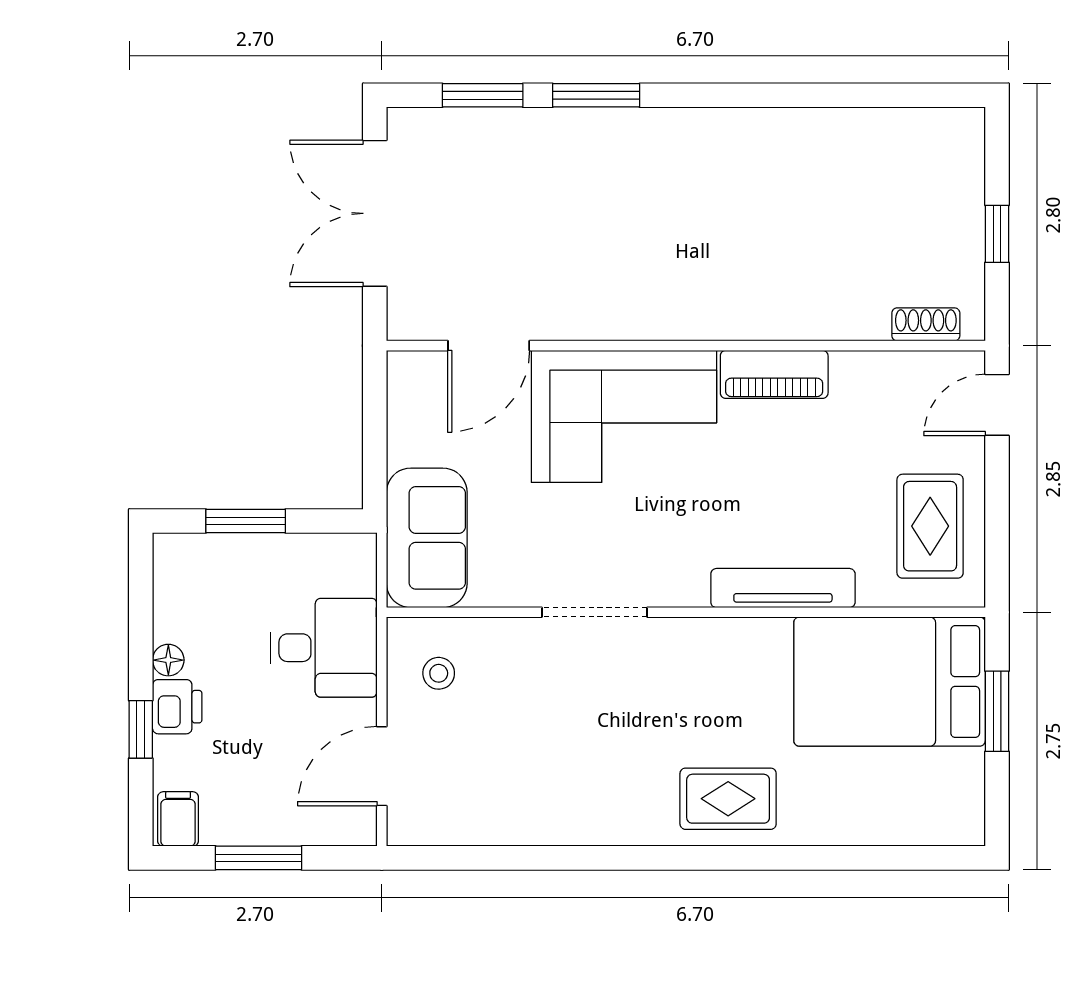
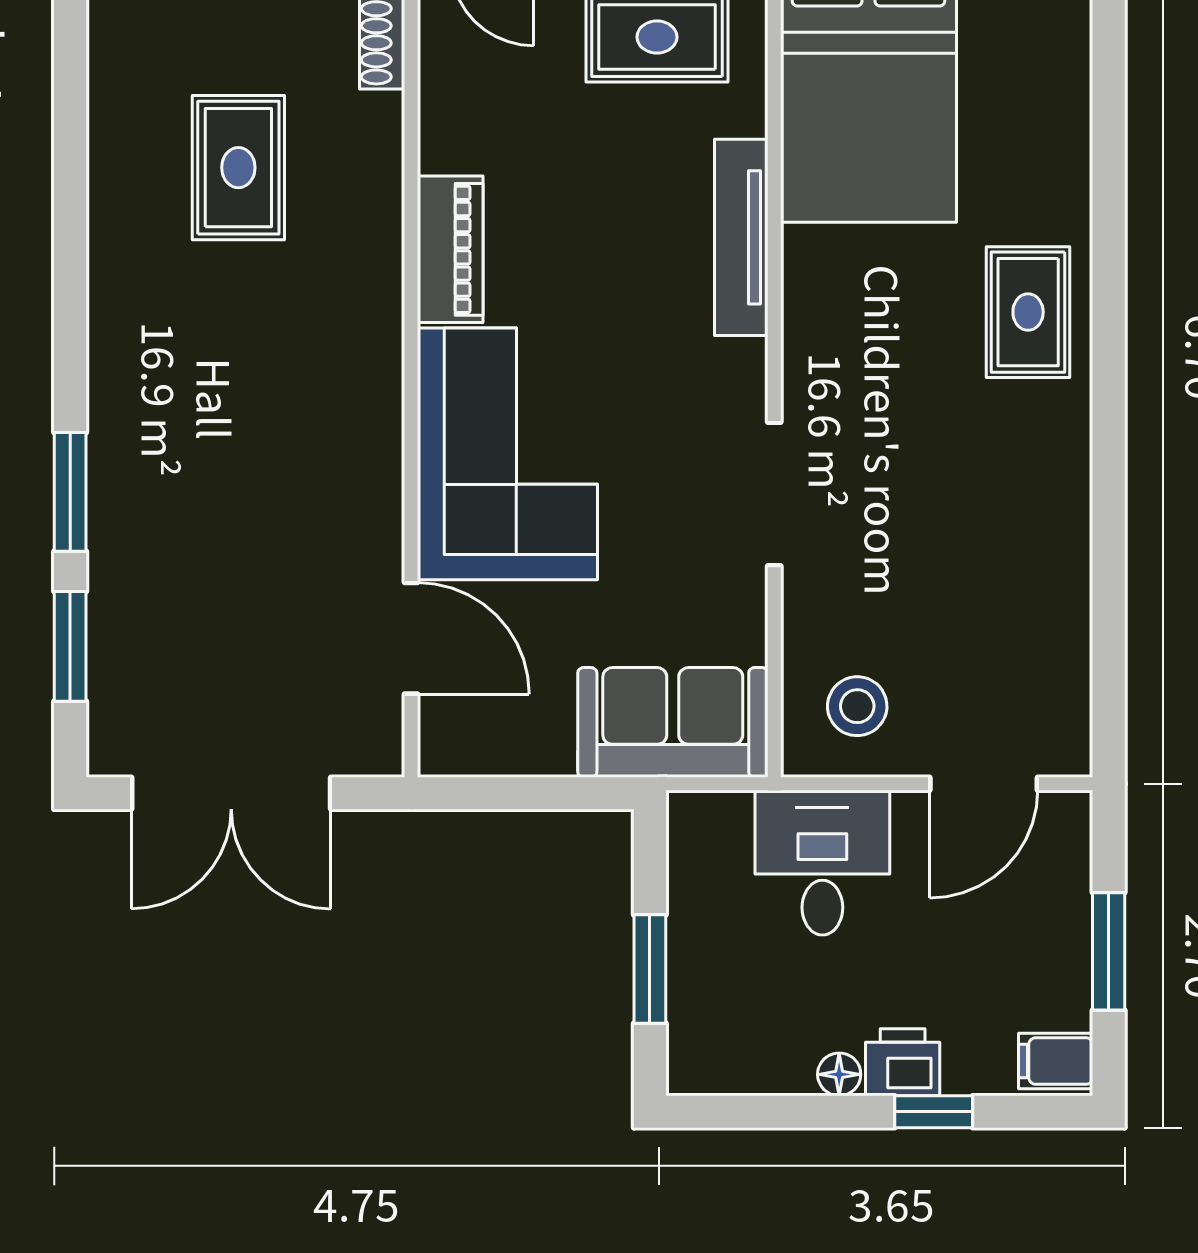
rug: (834, 219) -> (238, 168), added
stool: (439, 673) -> (857, 706), width x1.37, depth x1.37
door: (382, 766) -> (984, 784), hinge flipped

